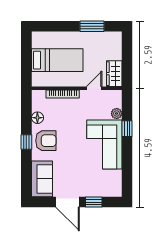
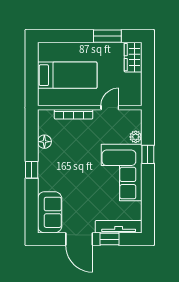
wardrobe: (114, 74) -> (133, 57), moved
armchair: (46, 141) -> (54, 168), removed
tv unit: (102, 191) -> (119, 227), added

